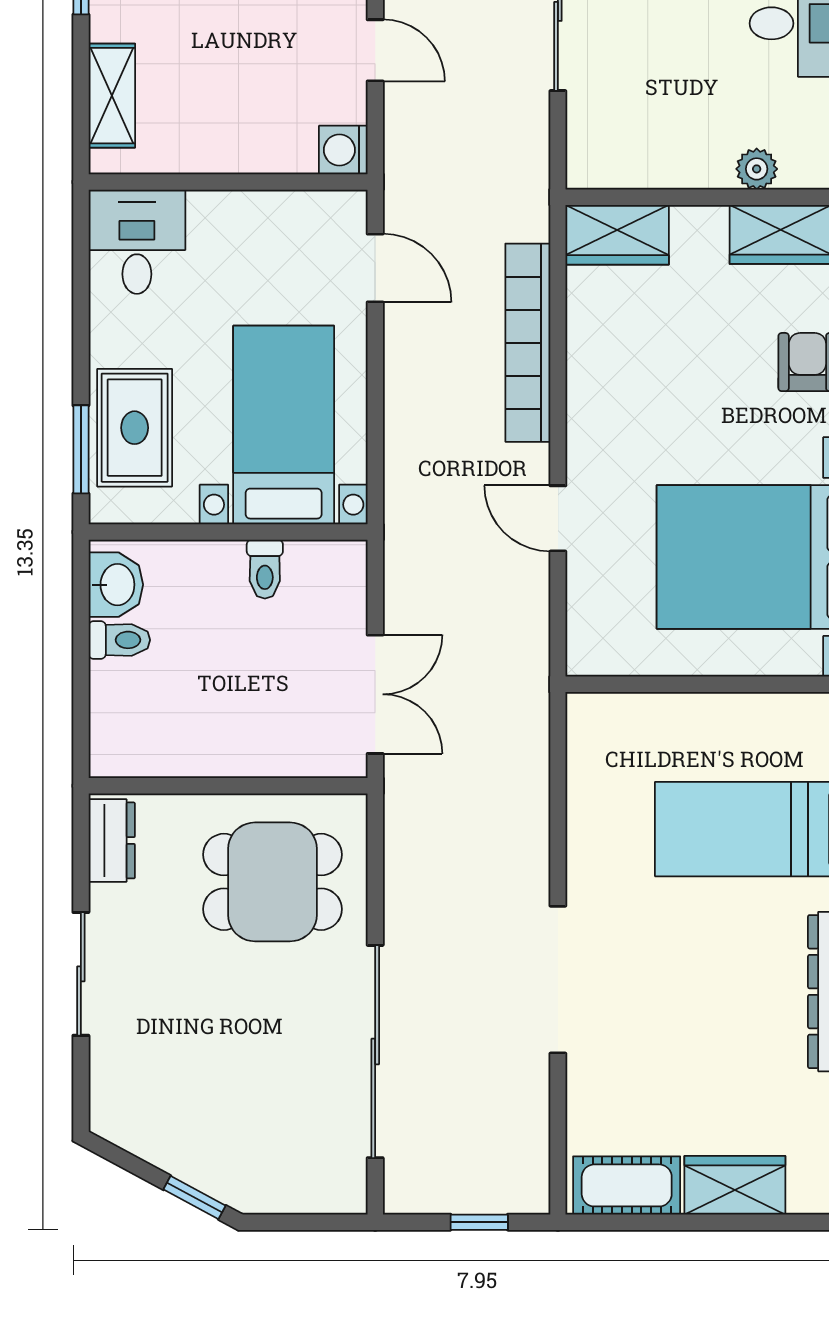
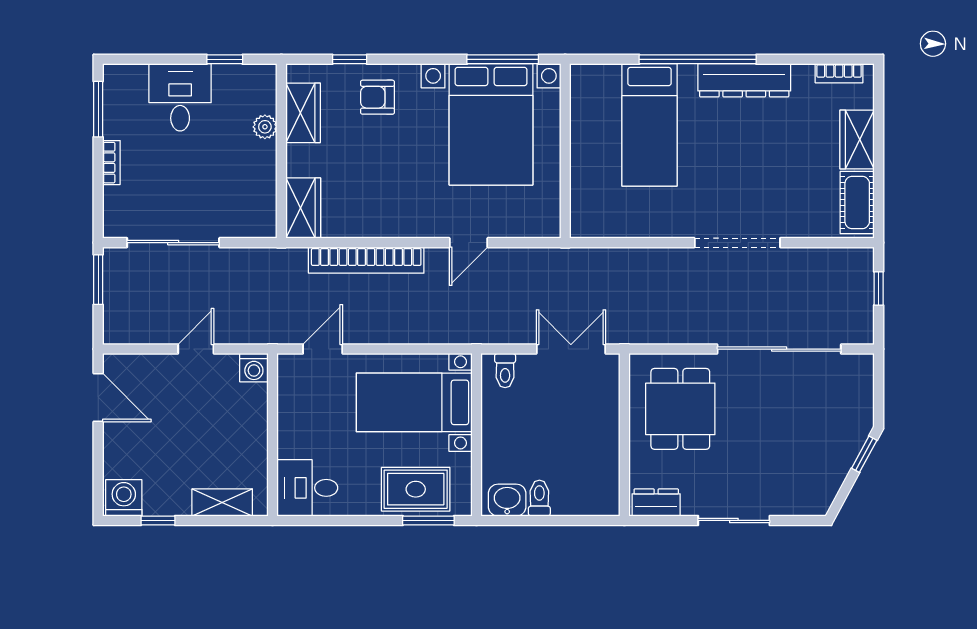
toilet: (265, 569) -> (505, 371), moved, turned 90

